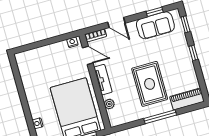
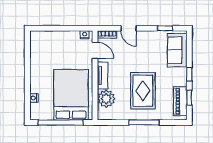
window: (185, 24) -> (189, 98), moved
sofa: (155, 25) -> (177, 50), moved, turned 90
piano: (187, 99) -> (180, 101), moved, turned -90
plant: (109, 104) -> (106, 99), width x1.88, depth x1.88

